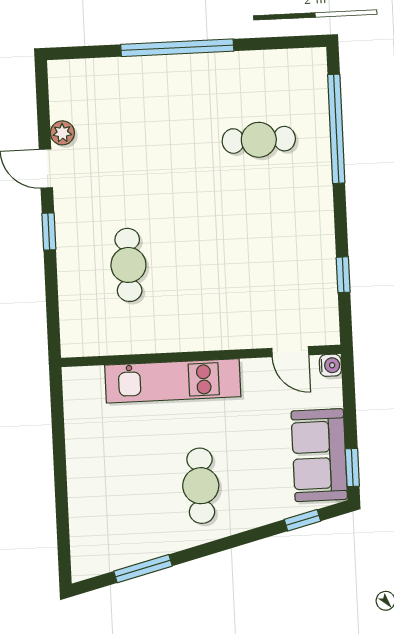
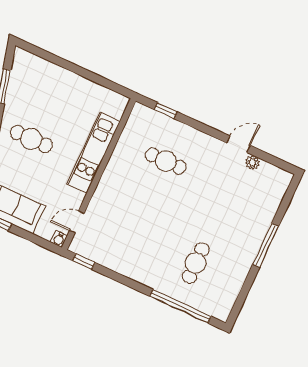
window: (177, 48) -> (266, 245), width x0.68
window: (49, 232) -> (166, 111), moved
window: (343, 275) -> (84, 262), moved

